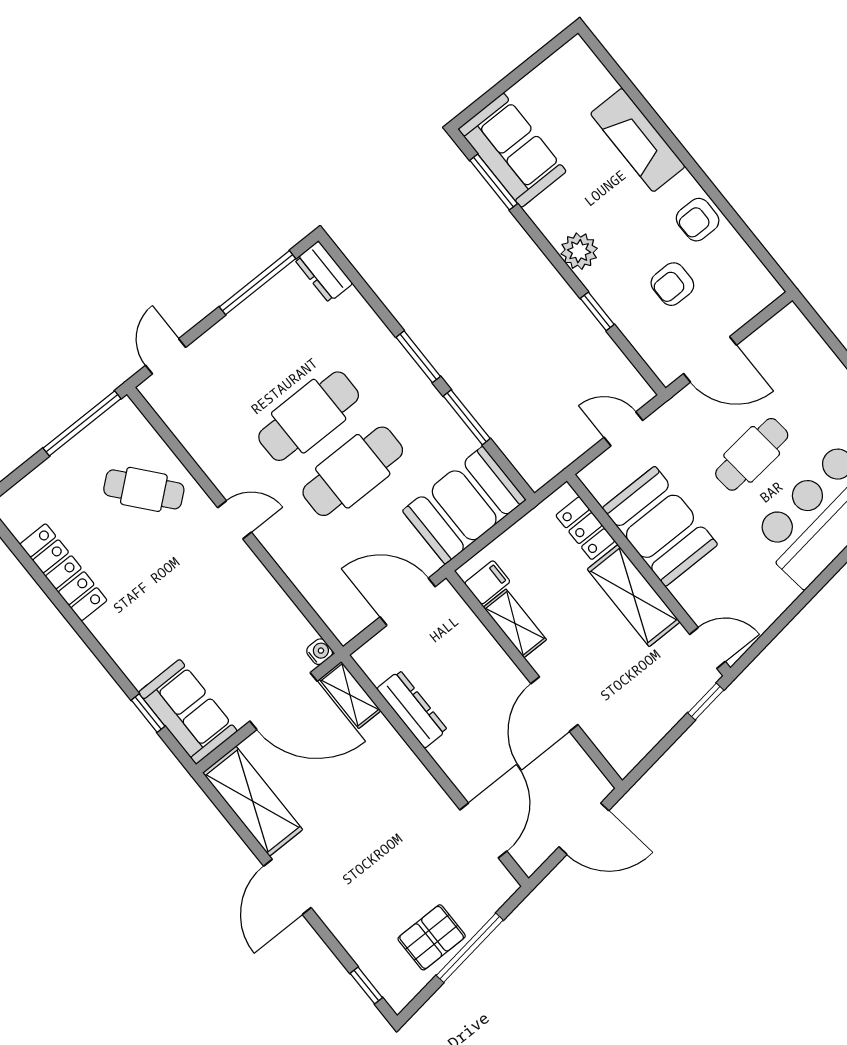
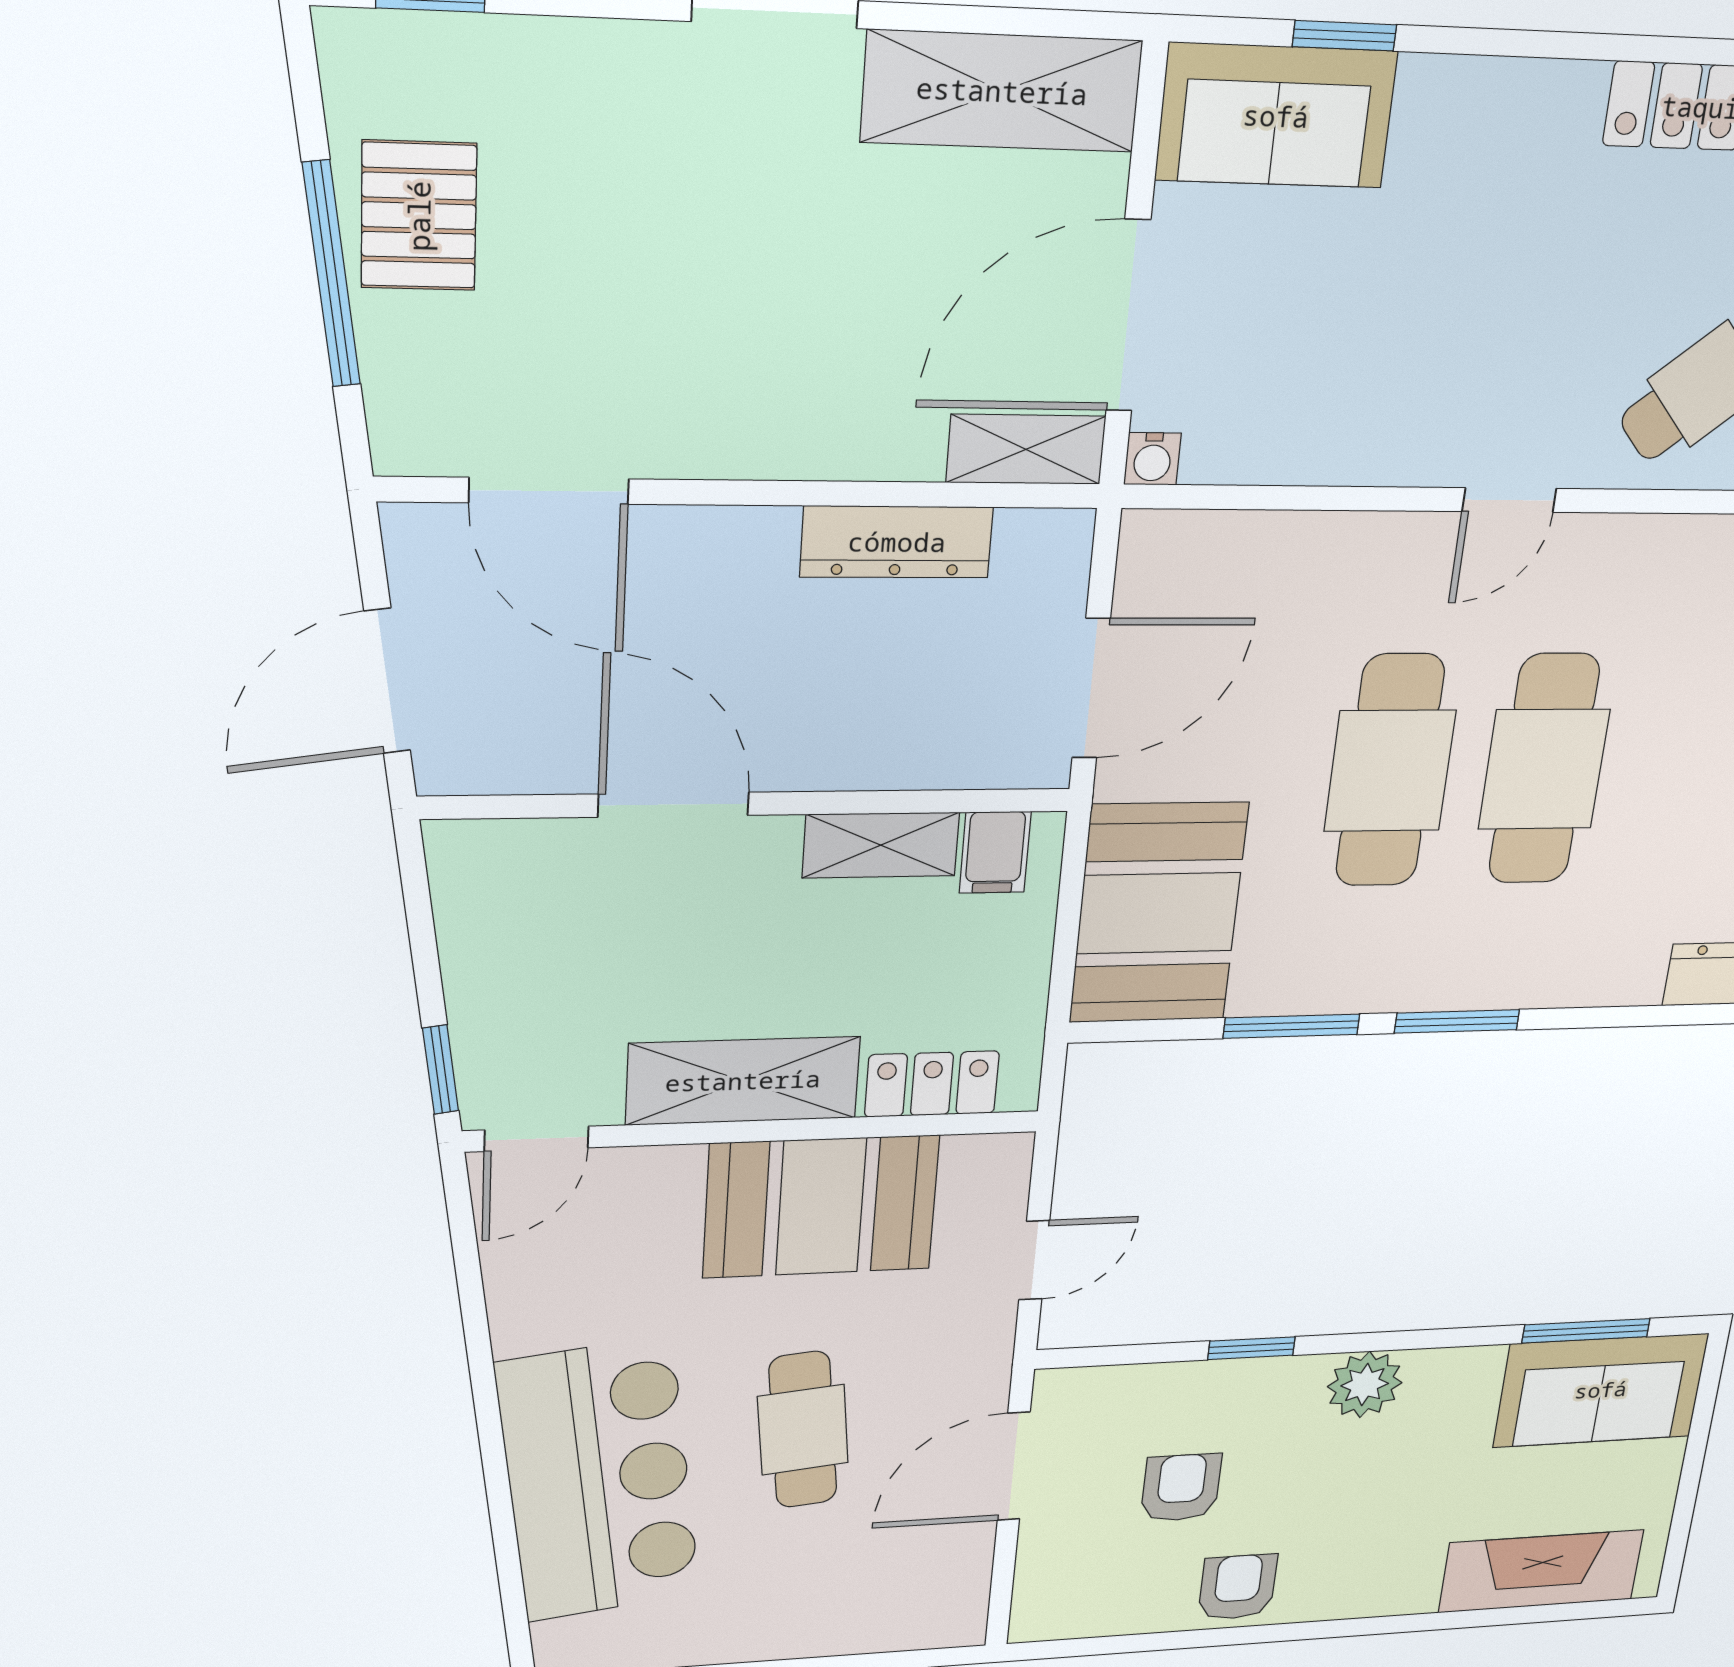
fireplace: (638, 140) -> (1541, 1571), moved

